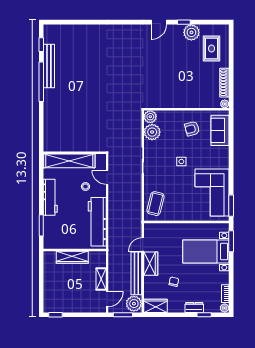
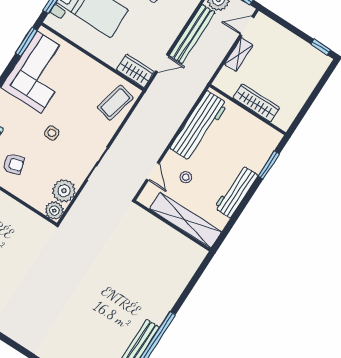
wardrobe: (151, 264) -> (135, 71), moved, turned 90

